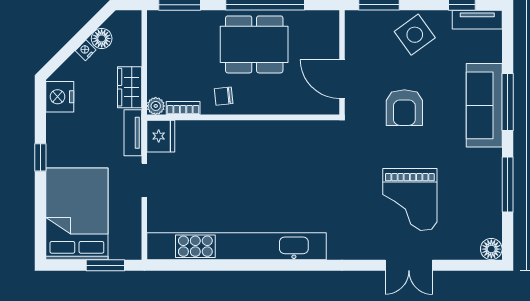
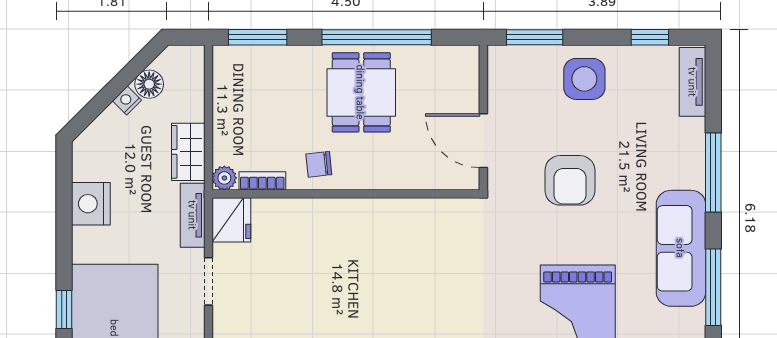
tv unit: (477, 20) -> (693, 82), moved, turned 90
side table: (415, 35) -> (584, 79), turned 36
dining table: (254, 44) -> (361, 92), width x0.73
nightstand: (60, 97) -> (91, 204), moved
sofa: (484, 105) -> (681, 248), moved
window: (40, 157) -> (64, 310), moved

